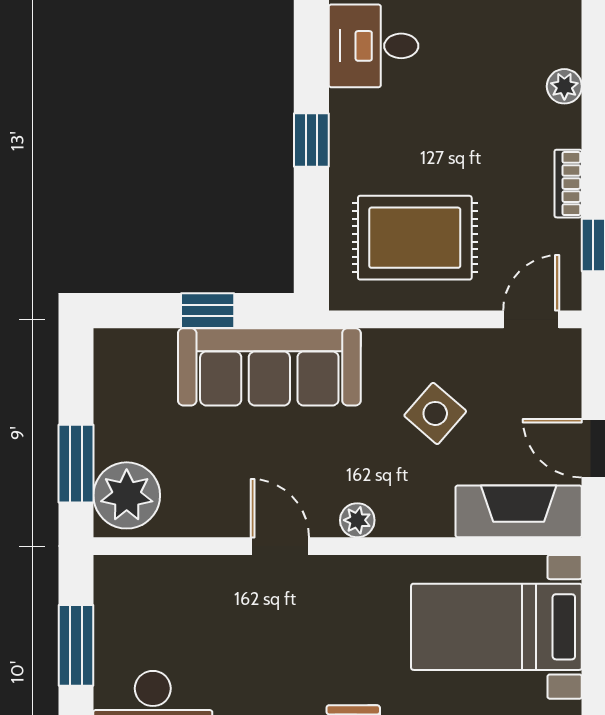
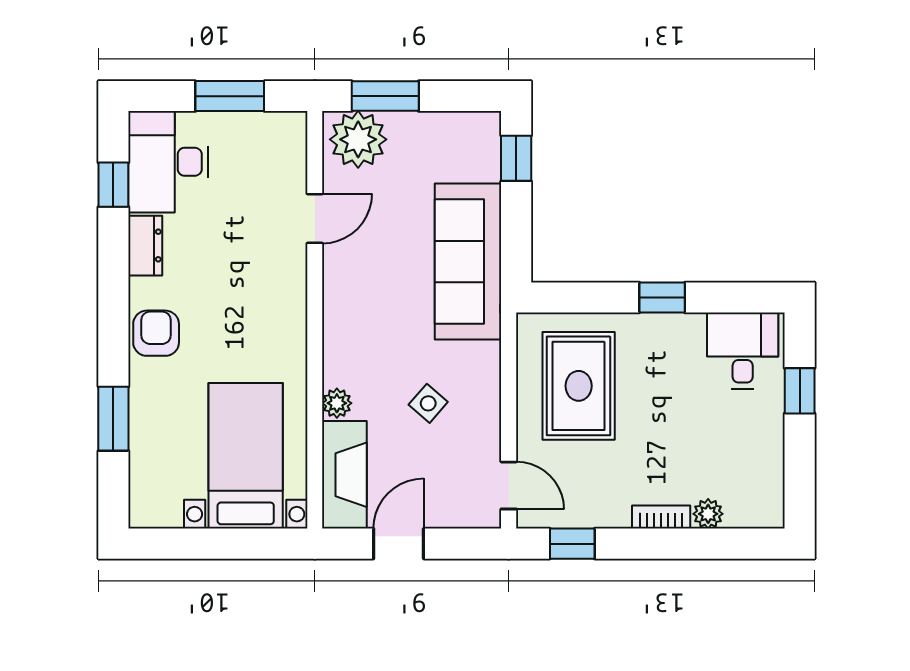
bookcase: (568, 184) -> (661, 517), moved
window: (208, 311) -> (516, 158), moved
side table: (435, 413) -> (428, 403), width x0.73, depth x0.73
plant: (357, 520) -> (337, 403), moved
door: (280, 546) -> (315, 218), moved

